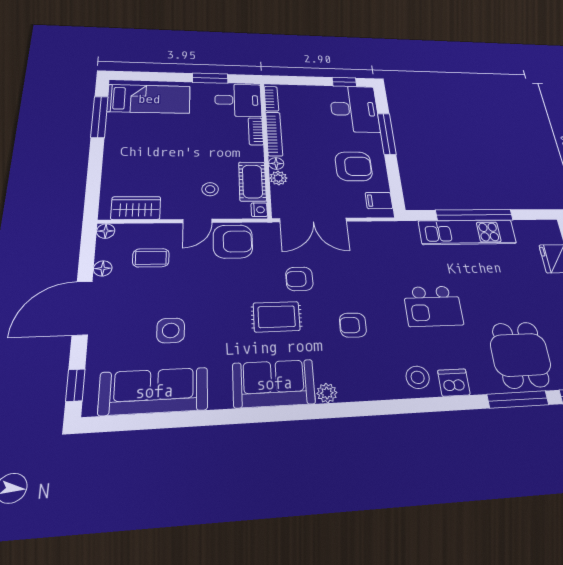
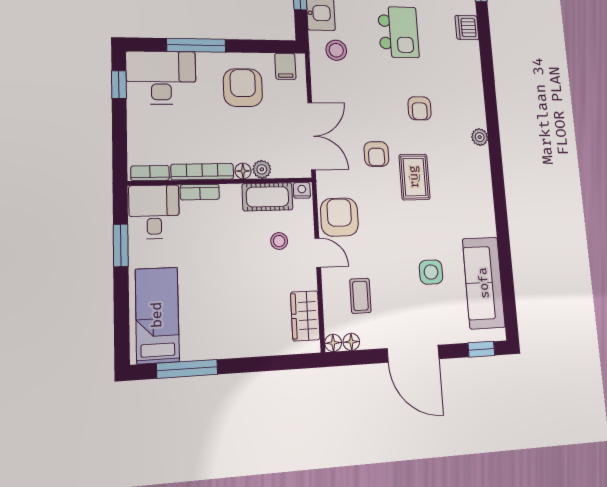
floor lamp: (103, 268) -> (351, 342), moved
stool: (418, 377) -> (336, 50), moved
sofa: (274, 383) -> (473, 182), removed

